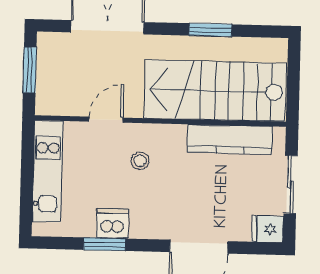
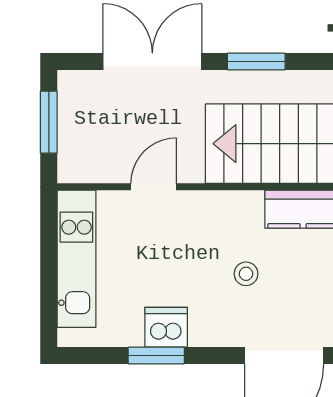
window: (210, 30) -> (256, 61), moved
stool: (140, 161) -> (246, 274), moved

